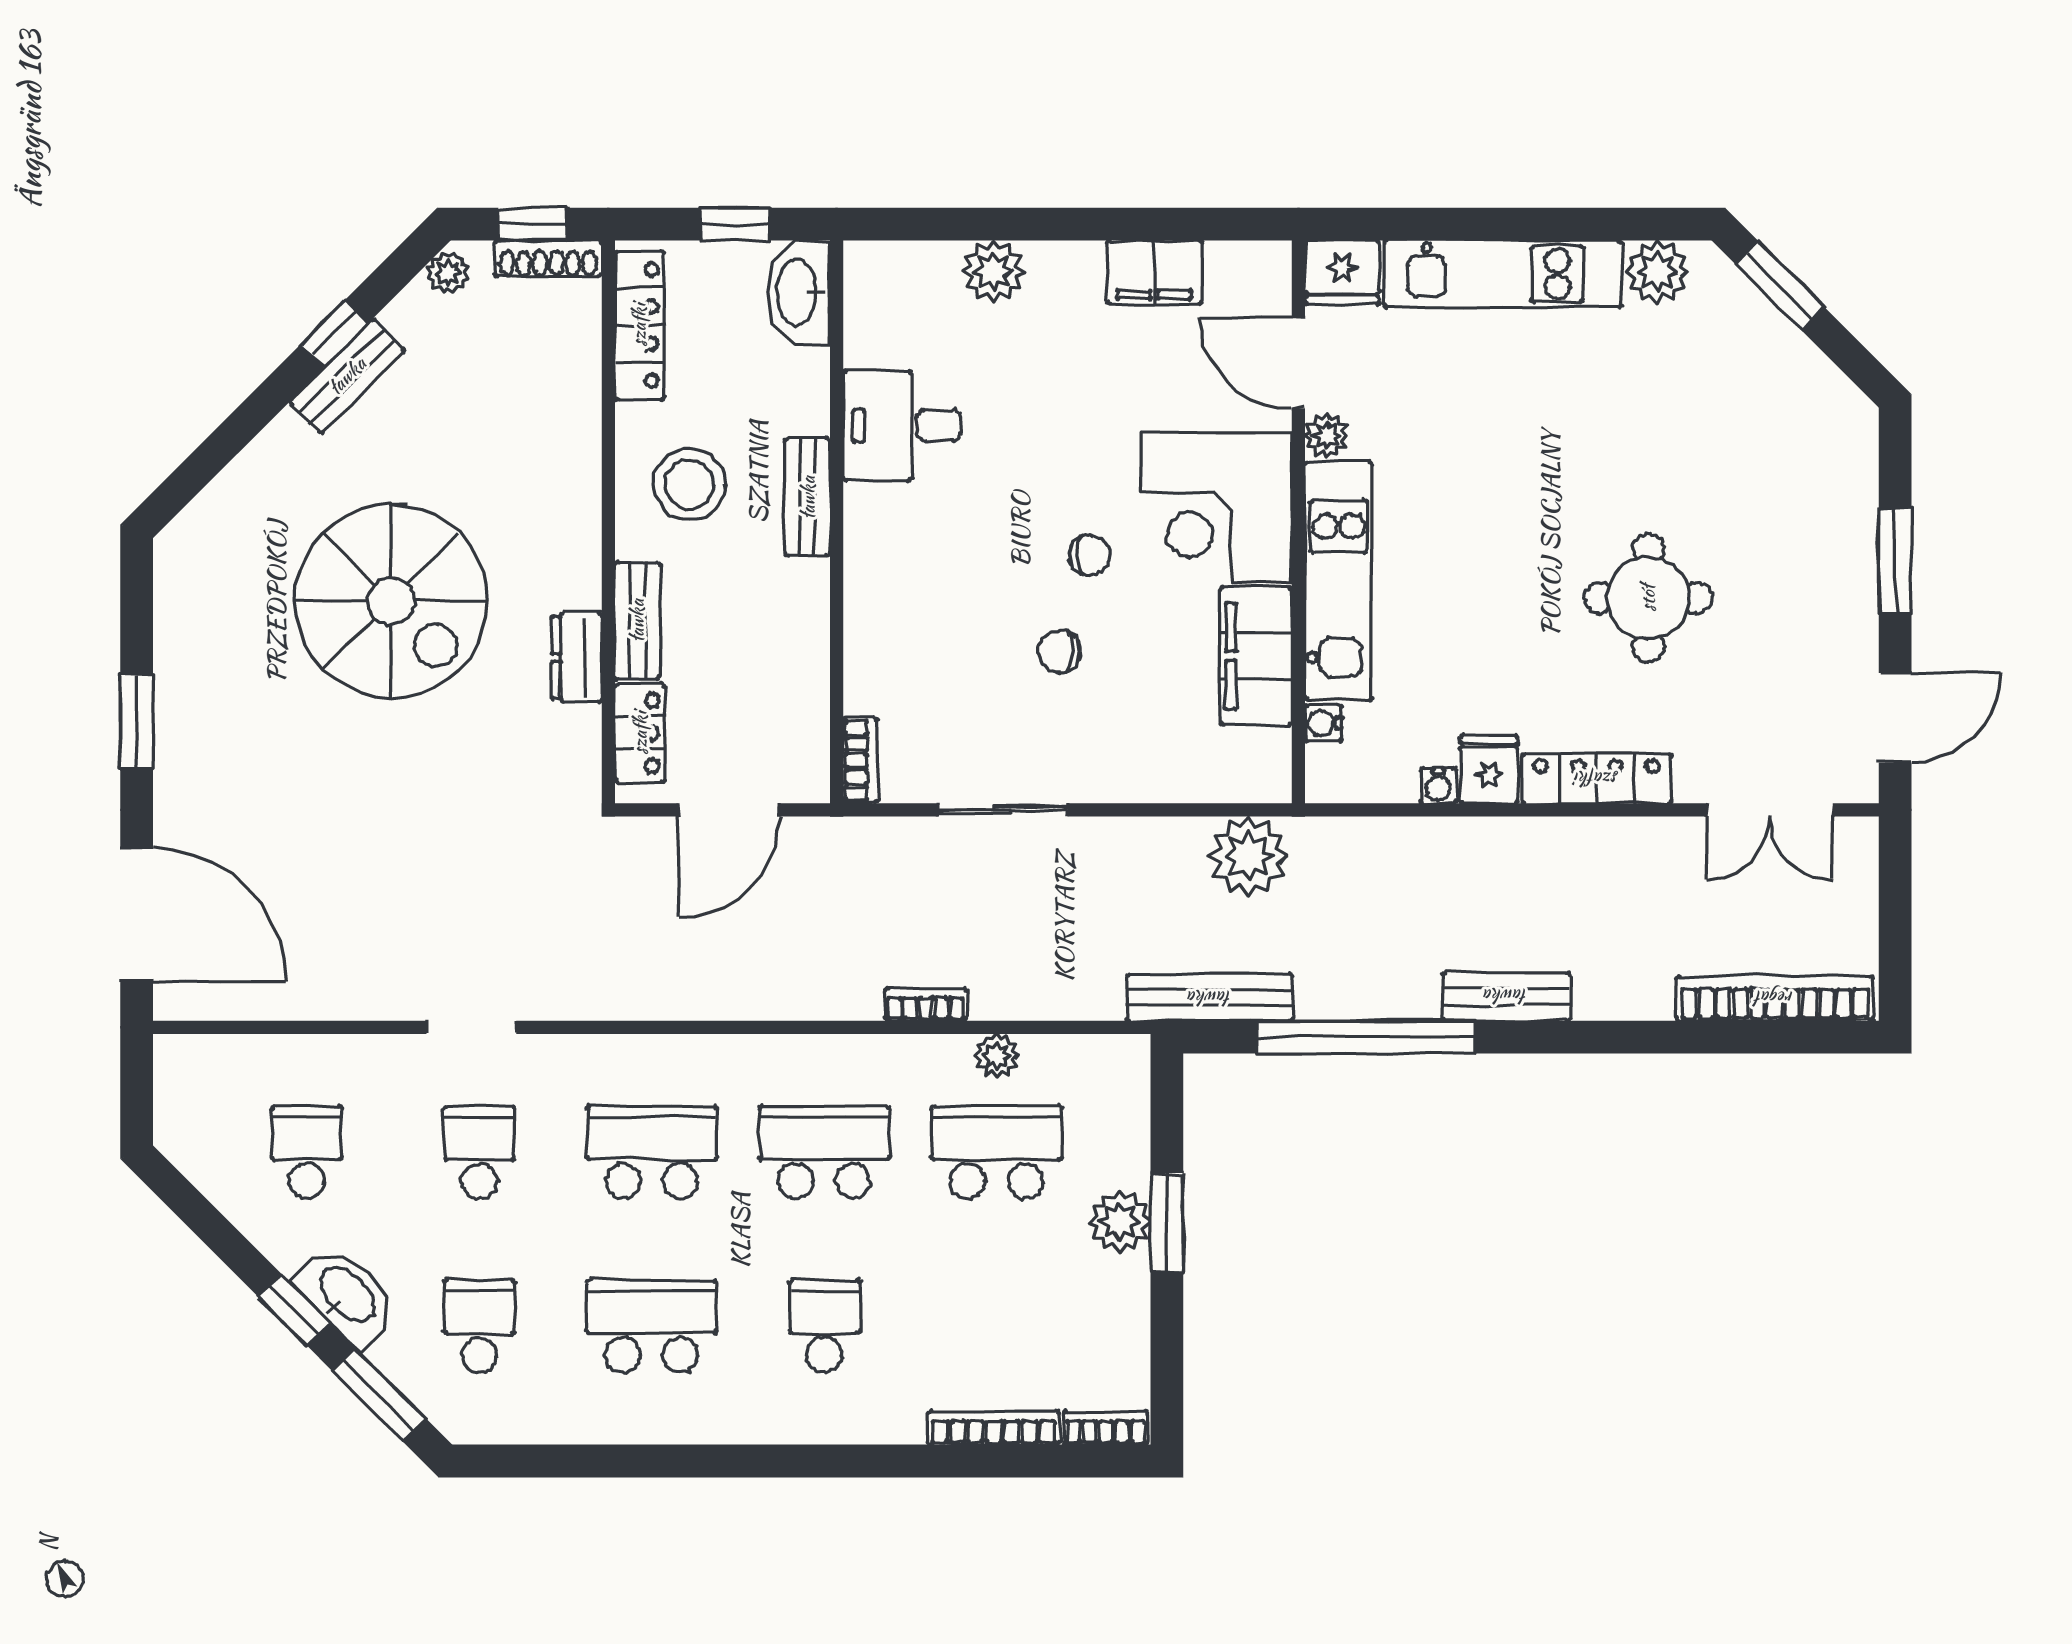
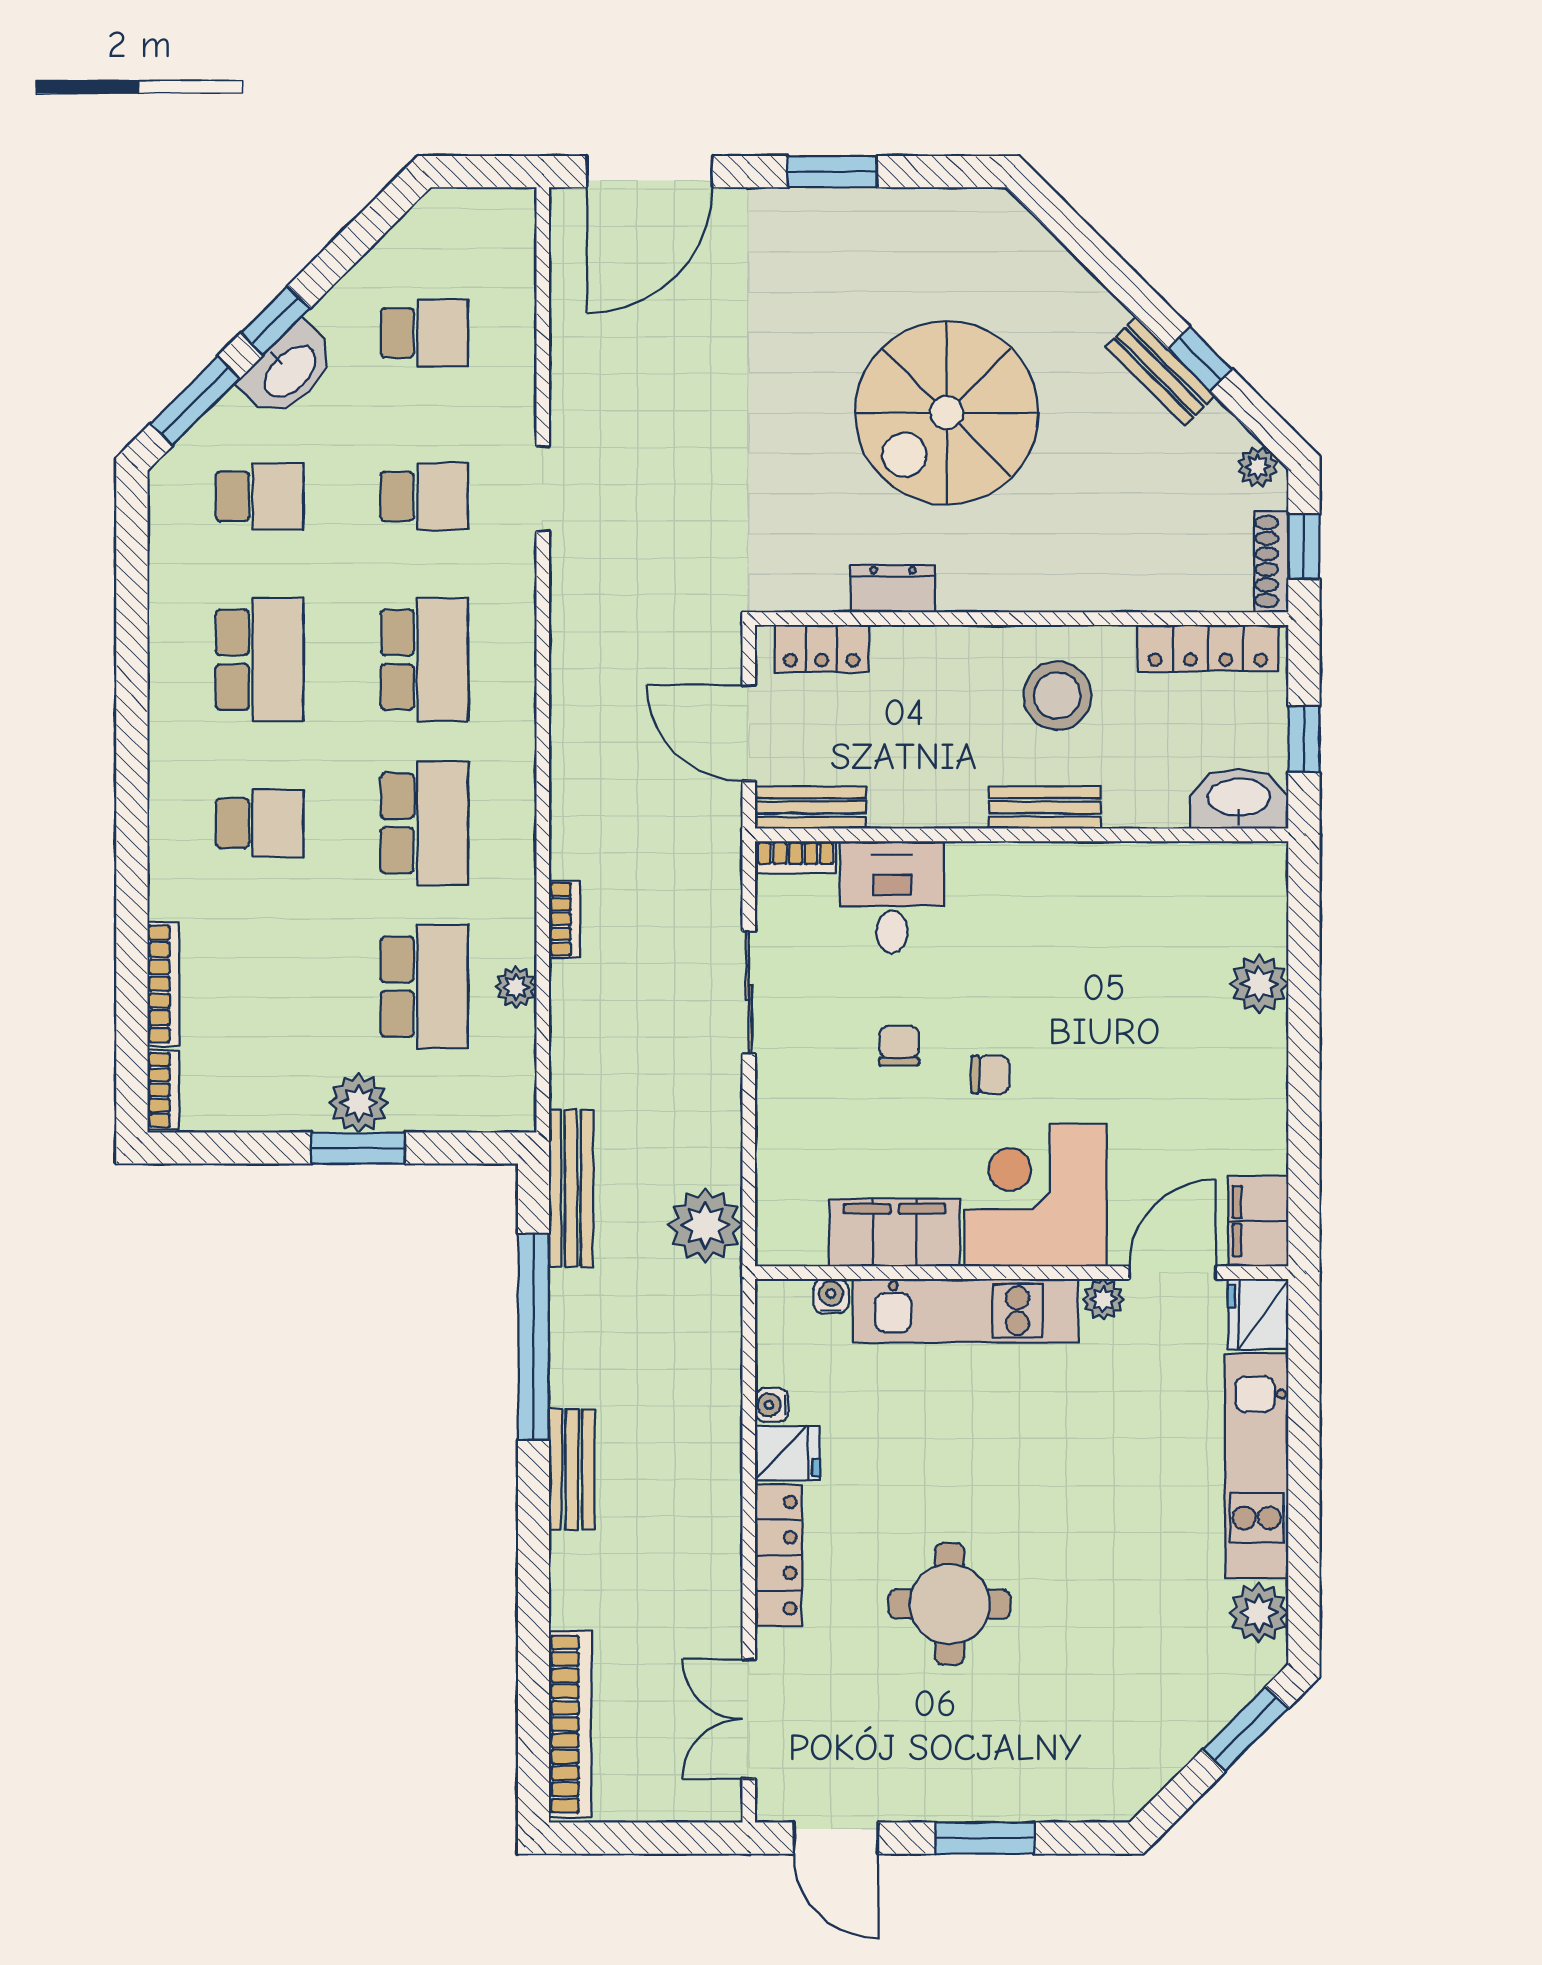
filing cabinet: (1154, 272) -> (1258, 1221), moved
desk: (902, 425) -> (892, 897), moved
chair: (1089, 555) -> (990, 1074), turned -90
bench: (637, 621) -> (810, 807), moved

